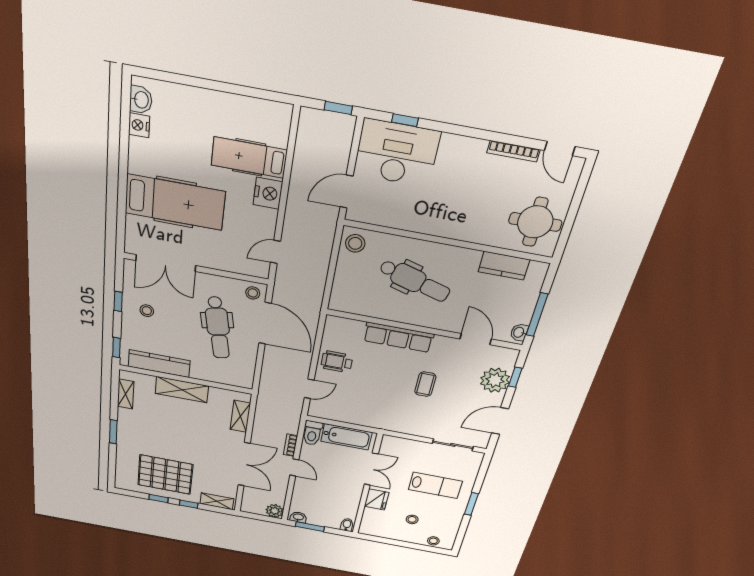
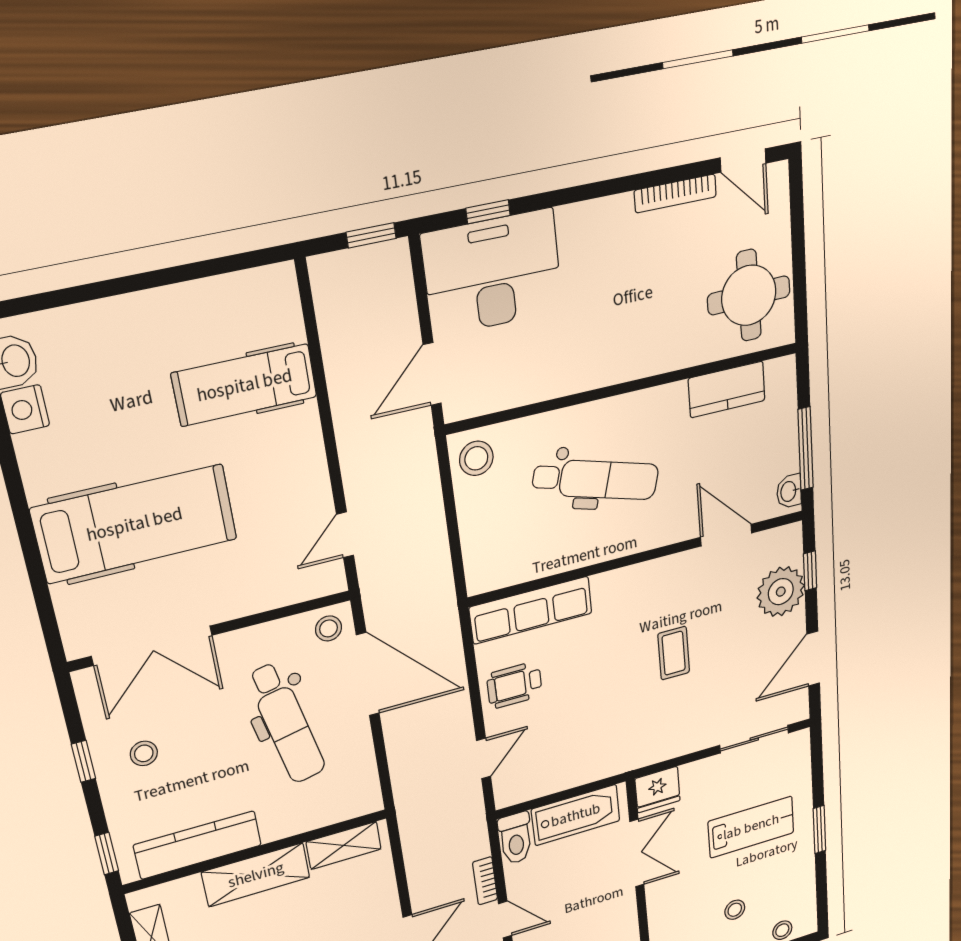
nightstand: (268, 193) -> (298, 435), removed
row of seats: (398, 337) -> (531, 610), moved
shelving: (240, 416) -> (344, 845), moved, turned 90
fridge: (377, 499) -> (658, 790), moved, turned 90

